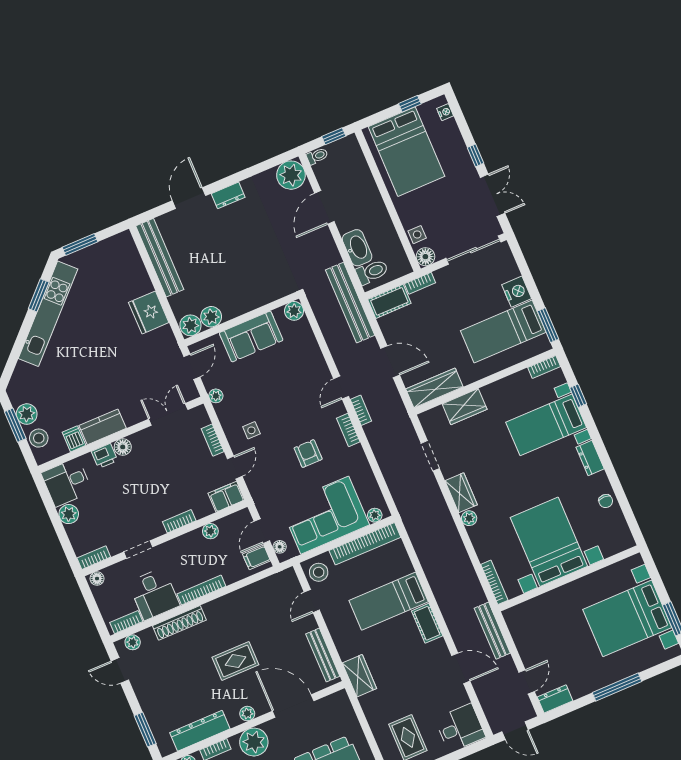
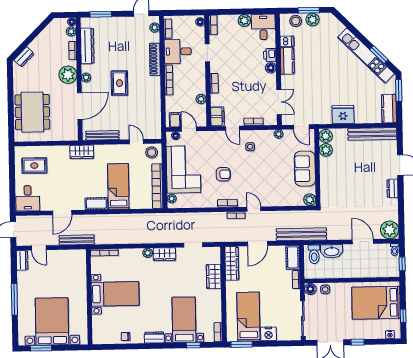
kitchen counter: (112, 248) -> (389, 109), added
bed with nightstands: (549, 542) -> (115, 294), width x0.73

